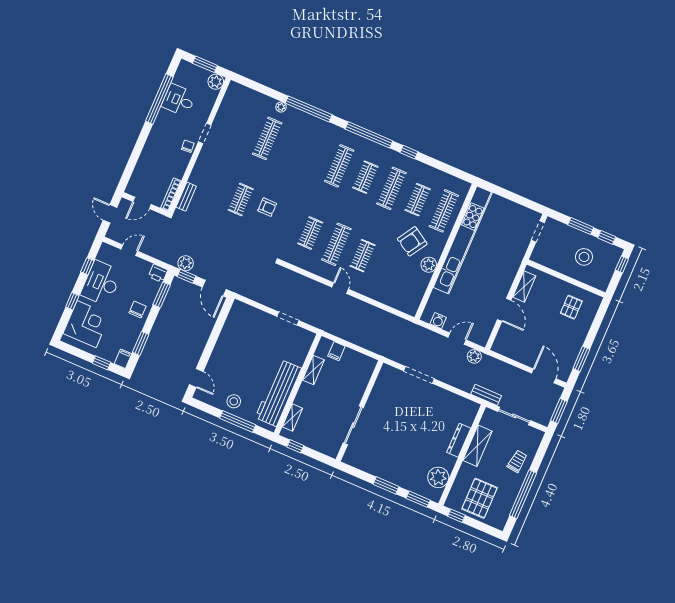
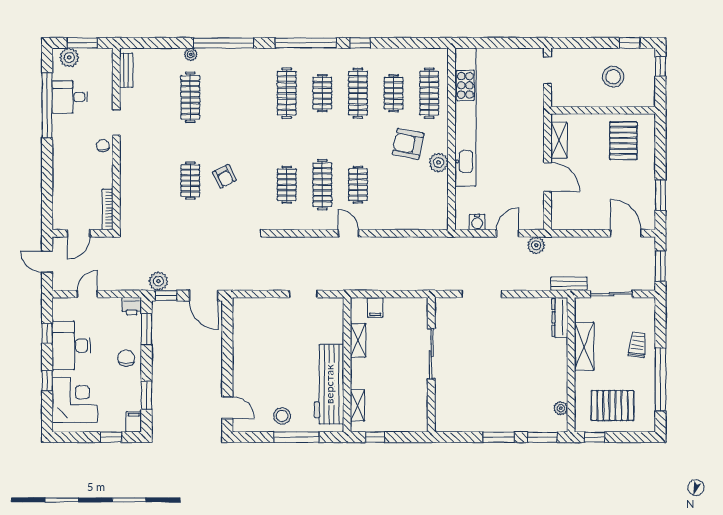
plant: (216, 82) -> (69, 58), moved
bench: (186, 197) -> (126, 70), moved
armchair: (267, 207) -> (224, 176), turned 63
window: (581, 226) -> (594, 43), removed
armchair: (412, 241) -> (408, 144), turned 69
pallet: (571, 307) -> (623, 141), width x1.50, depth x1.42
sliding door: (353, 425) -> (431, 354), moved
dresser: (459, 440) -> (560, 317), moved
plant: (438, 477) -> (561, 408), width x0.53, depth x0.53
pallet: (480, 498) -> (612, 406), turned 90

